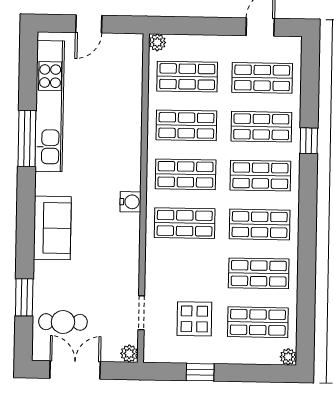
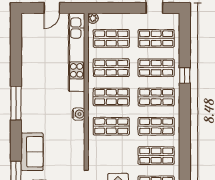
kitchen unit: (50, 106) -> (77, 52), moved, turned 180
window: (27, 139) -> (16, 103), moved
sofa: (52, 228) -> (32, 152), moved

